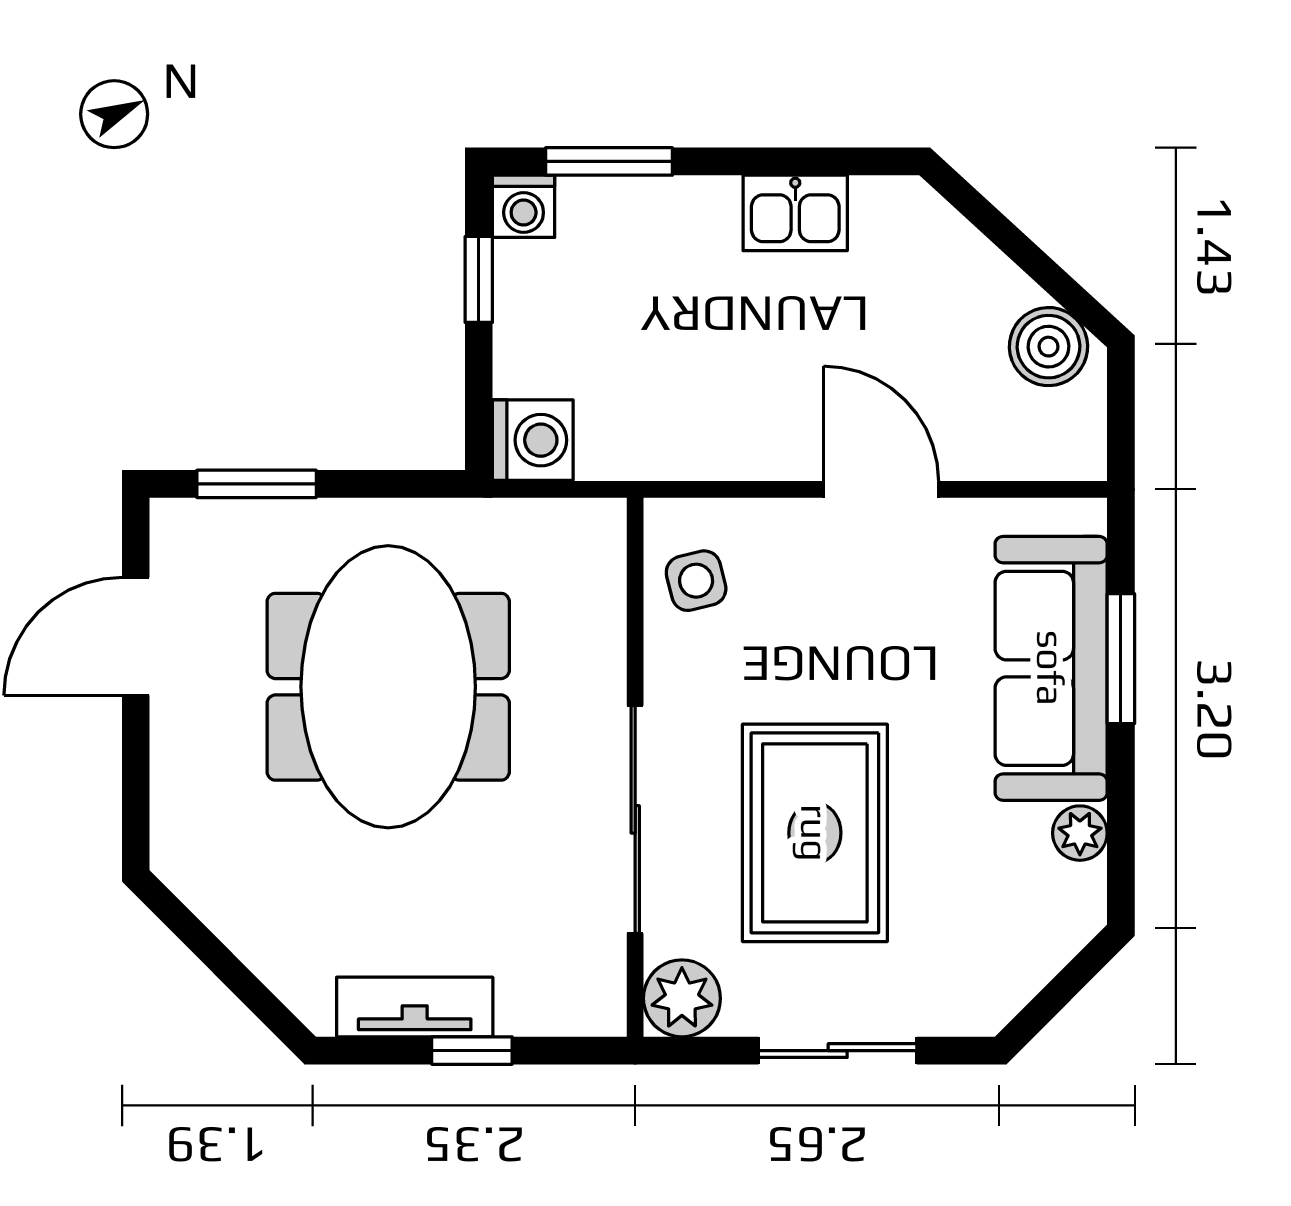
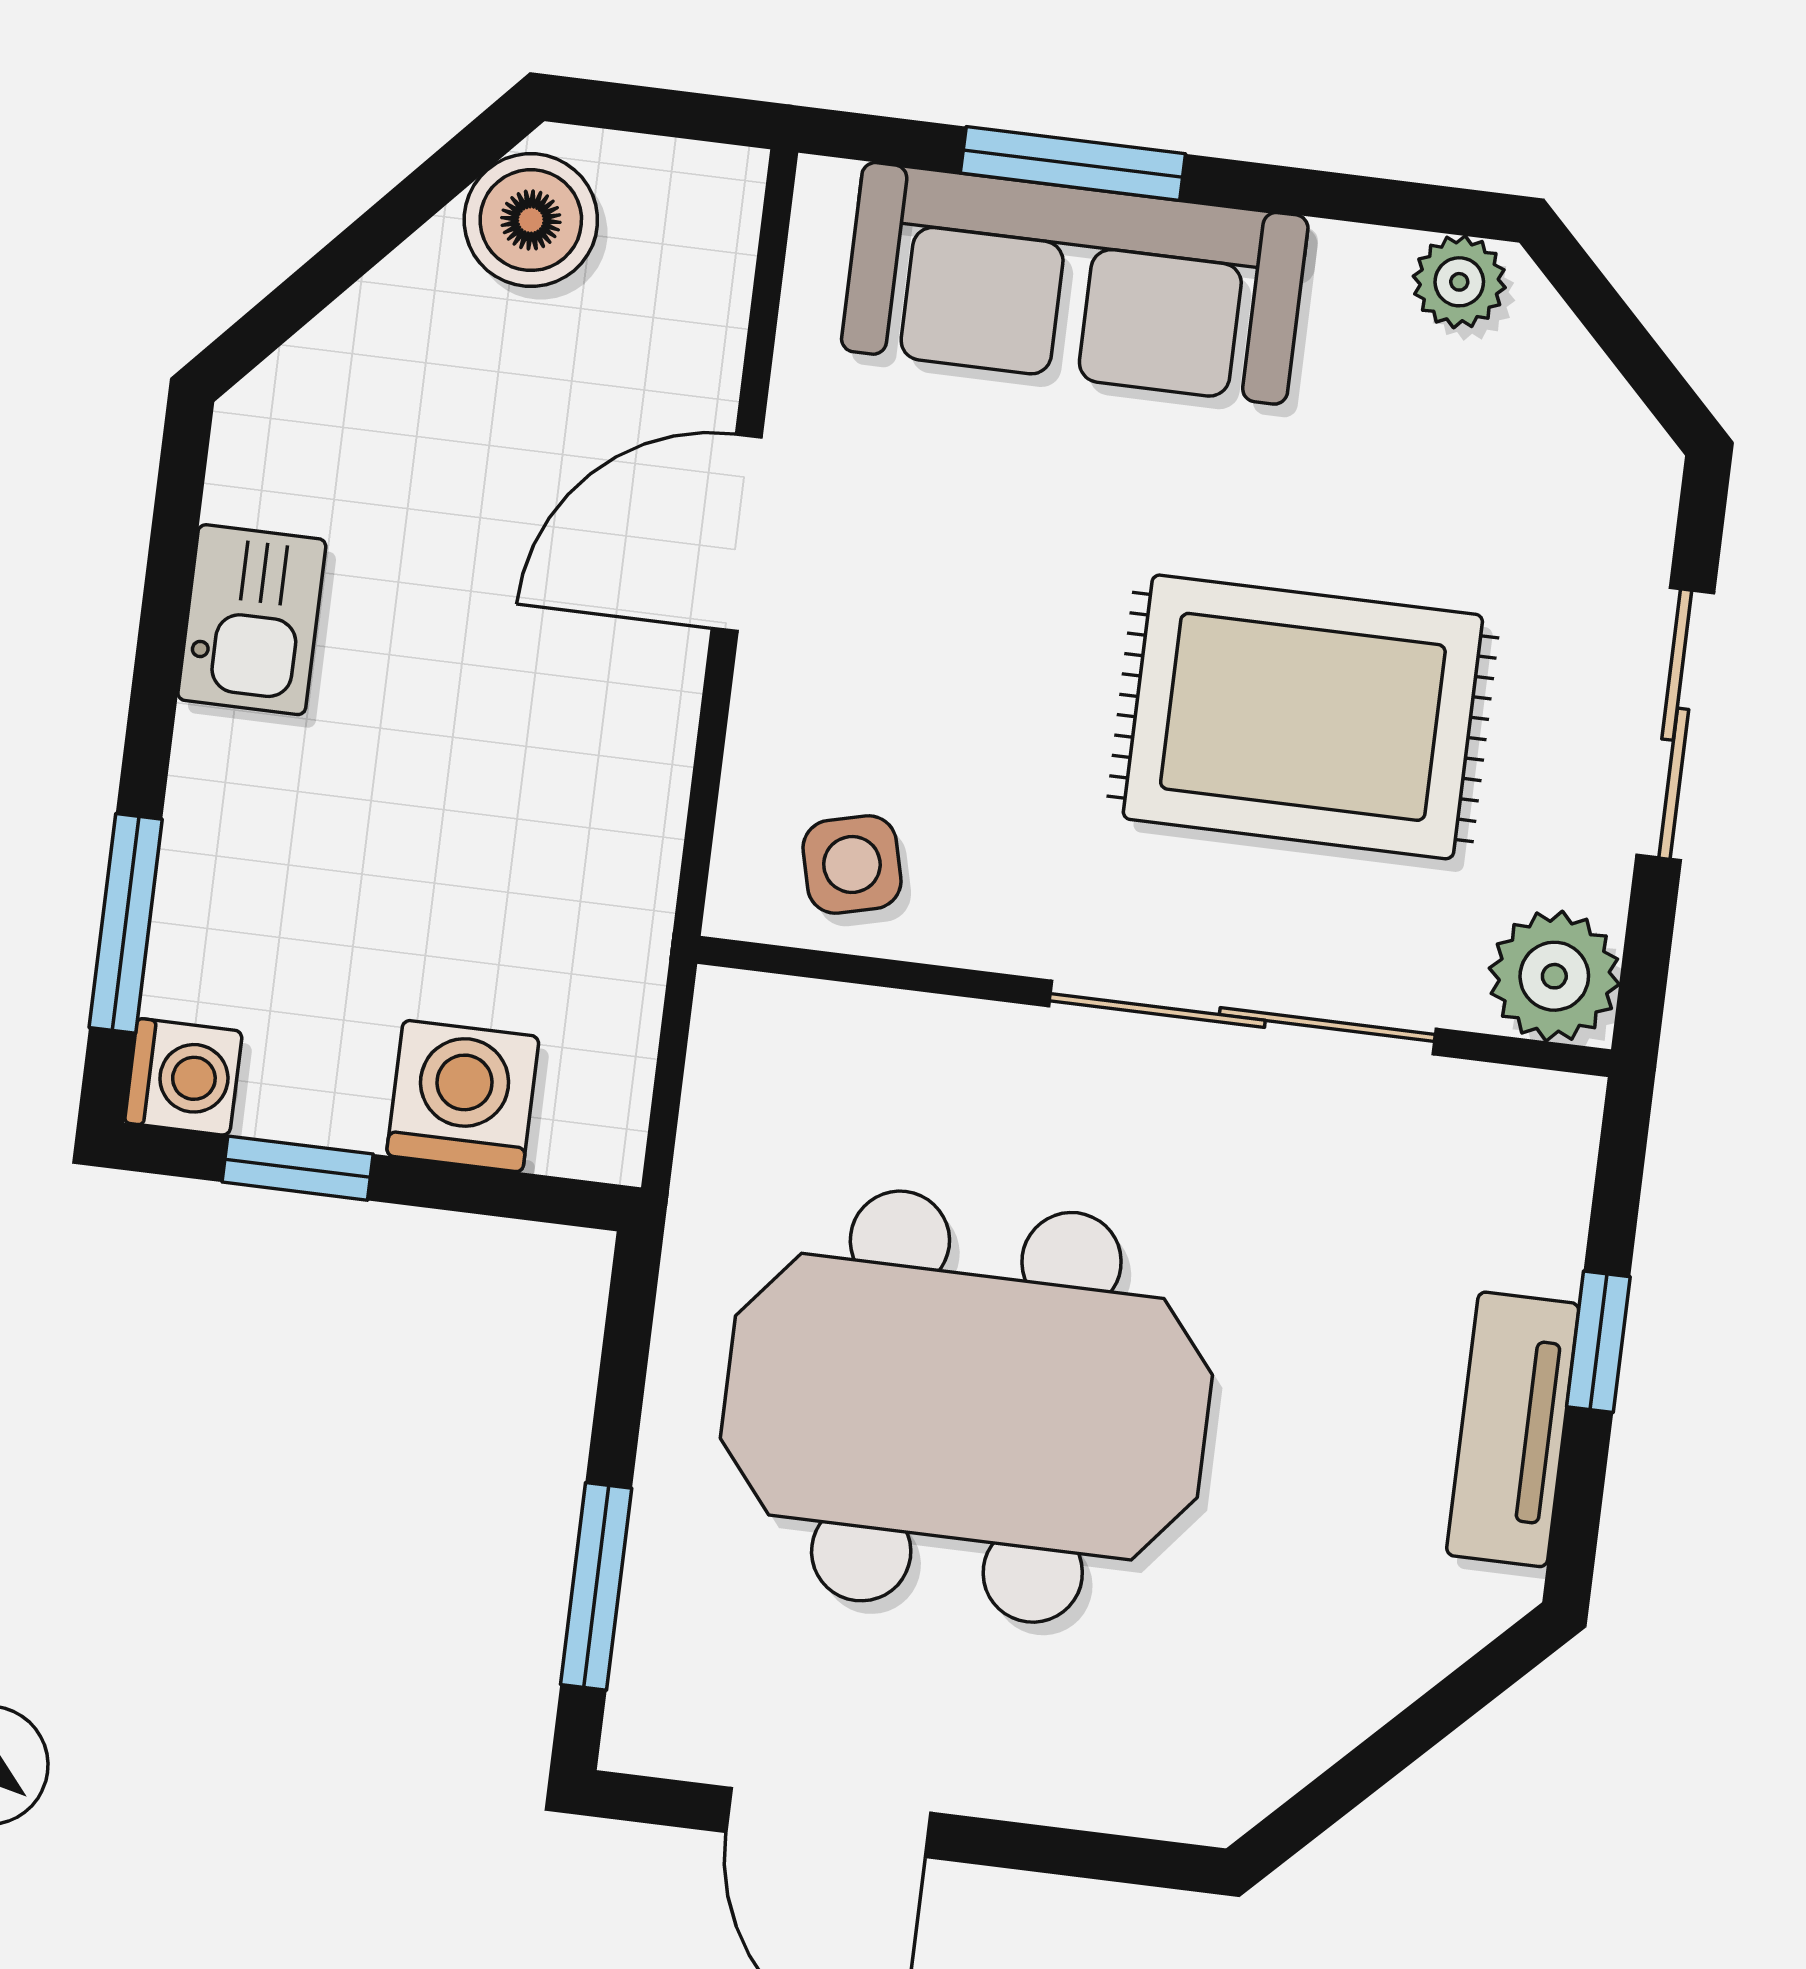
washing machine: (533, 440) -> (463, 1096), moved
plant: (1080, 833) -> (1459, 282), moved

